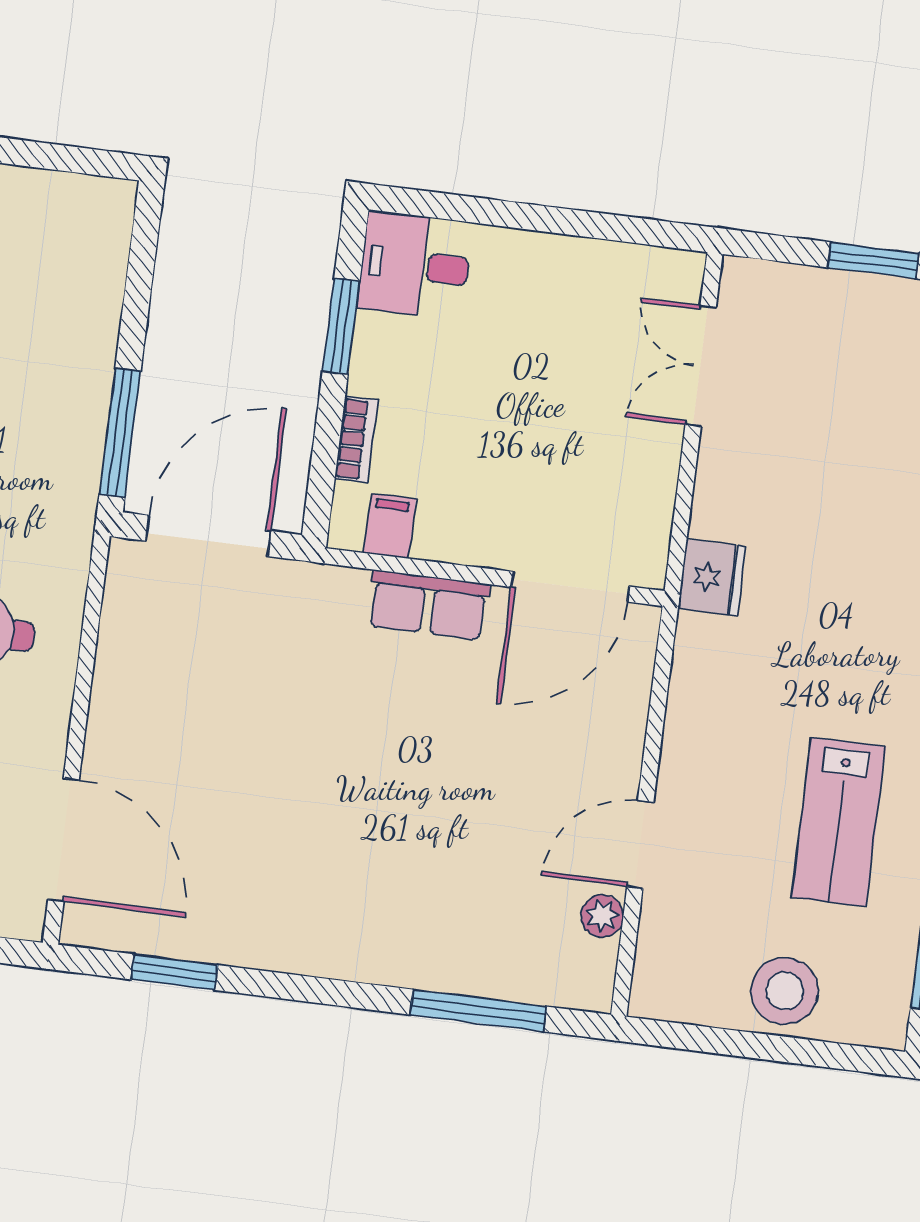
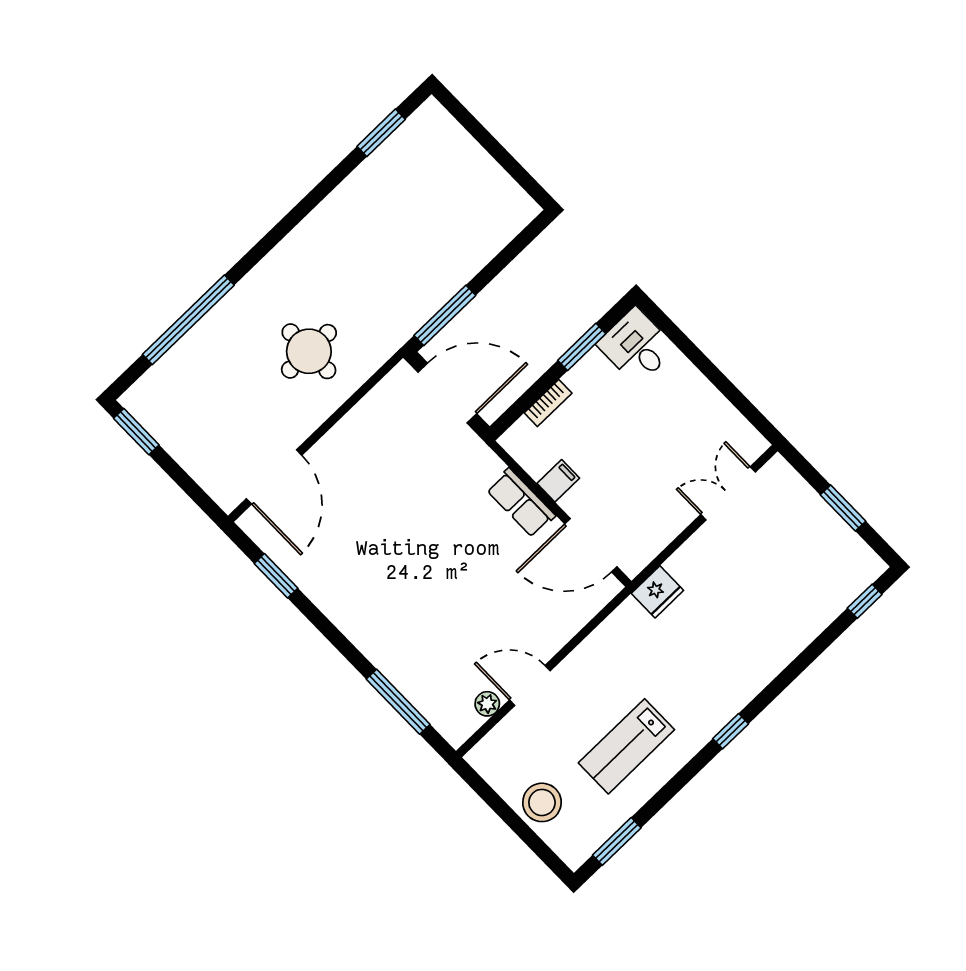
filing cabinet: (390, 526) -> (558, 481), moved

